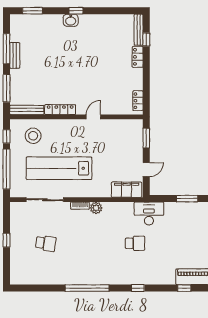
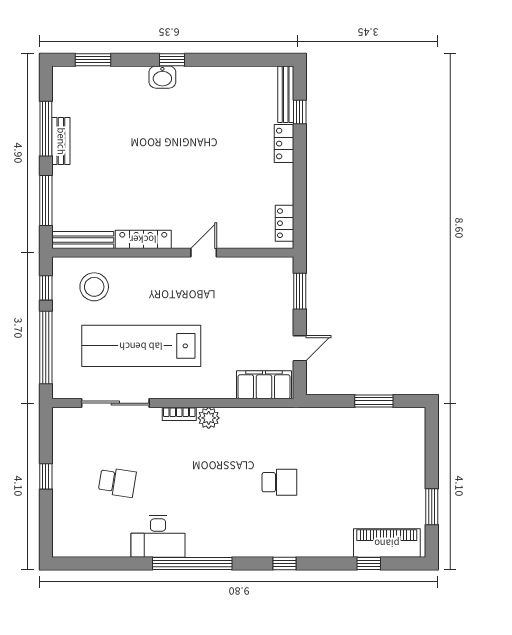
desk: (149, 214) -> (158, 536), moved, turned 180

